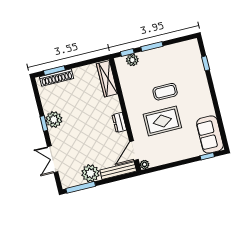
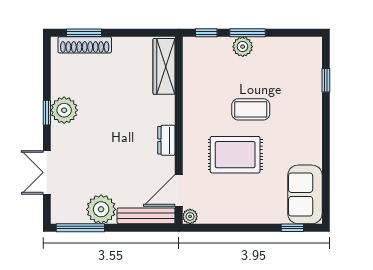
plant: (132, 60) -> (243, 47), moved

